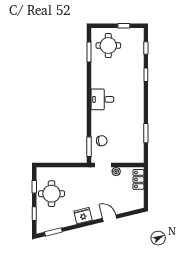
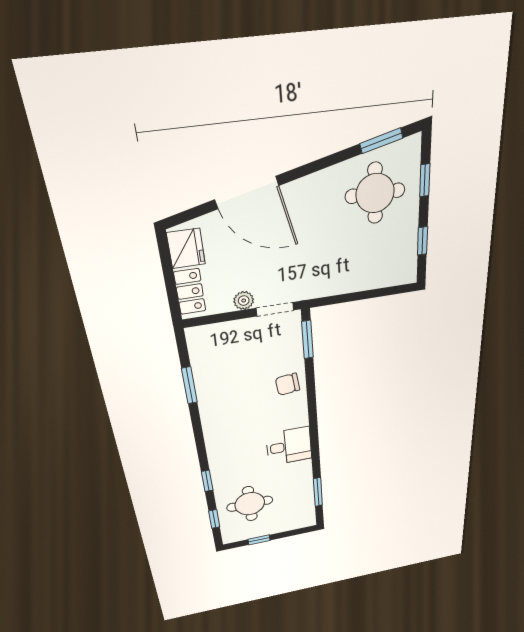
round table: (108, 46) -> (250, 504), moved
desk: (102, 99) -> (289, 446), moved
chair: (102, 141) -> (288, 384), moved
round table: (52, 194) -> (375, 193), moved
fridge: (83, 216) -> (186, 248), moved, turned -76
door: (110, 218) -> (247, 193), width x1.88

